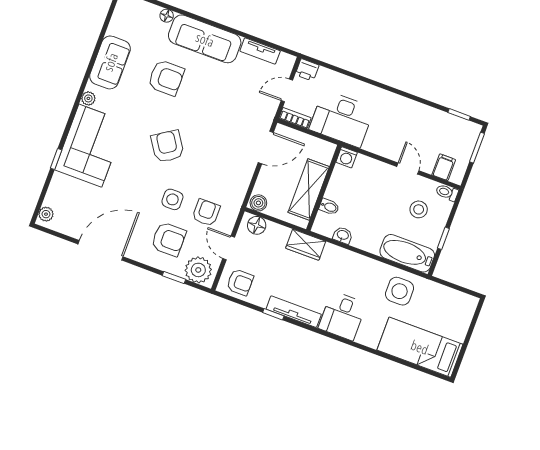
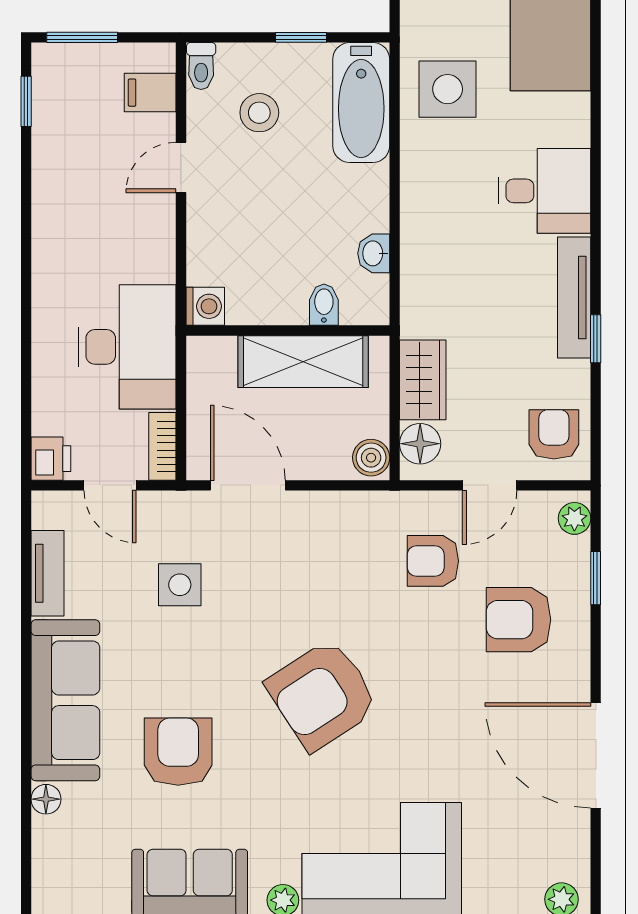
armchair: (167, 146) -> (322, 695), width x1.36, depth x1.36
side table: (172, 199) -> (180, 585), moved
armchair: (169, 239) -> (518, 620), turned -90
wardrobe: (306, 245) -> (423, 380), moved
plant: (198, 270) -> (574, 518), width x0.53, depth x0.53

